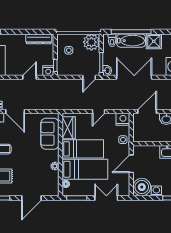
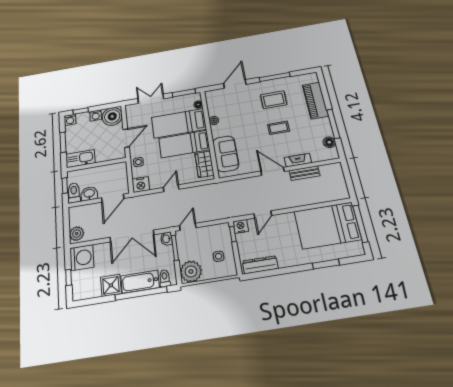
double door: (106, 198) -> (151, 99), swing flipped

